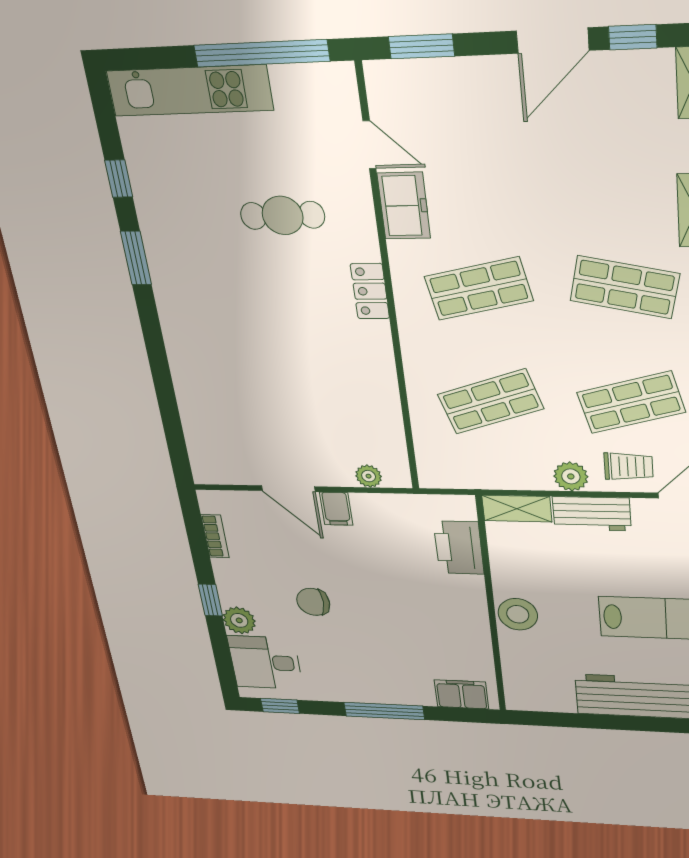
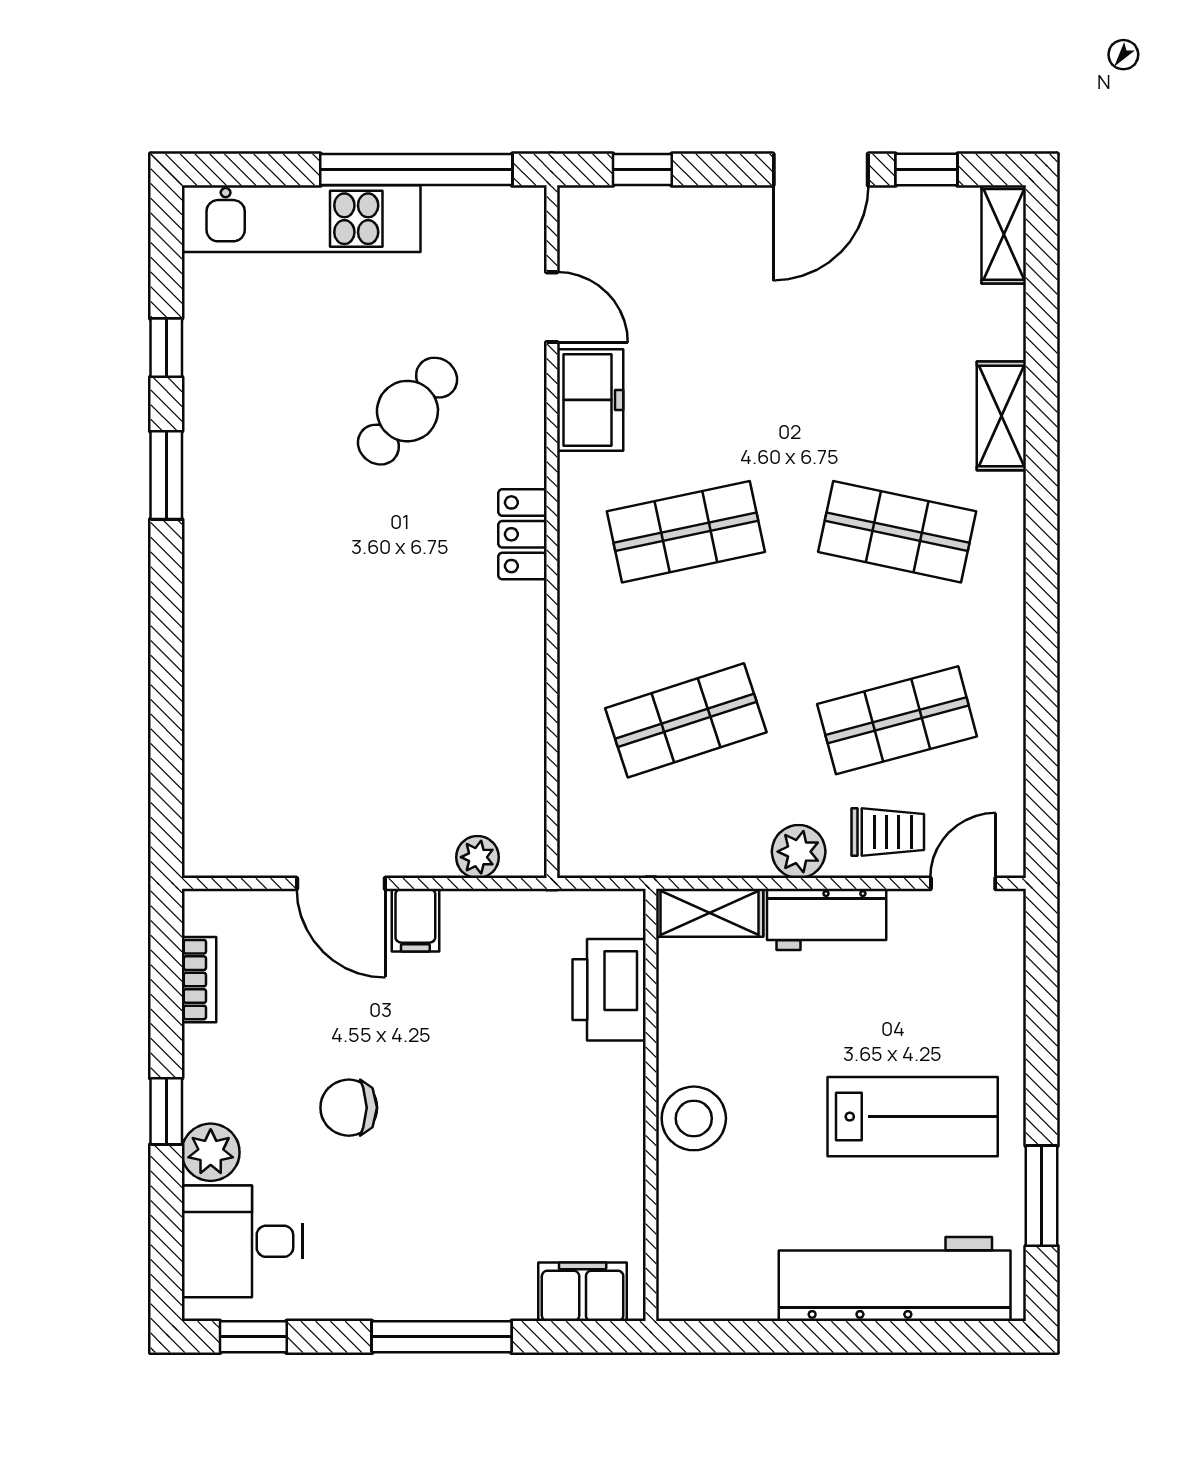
window: (421, 46) -> (642, 170), width x0.67
cafe table: (283, 215) -> (407, 411), turned -49

